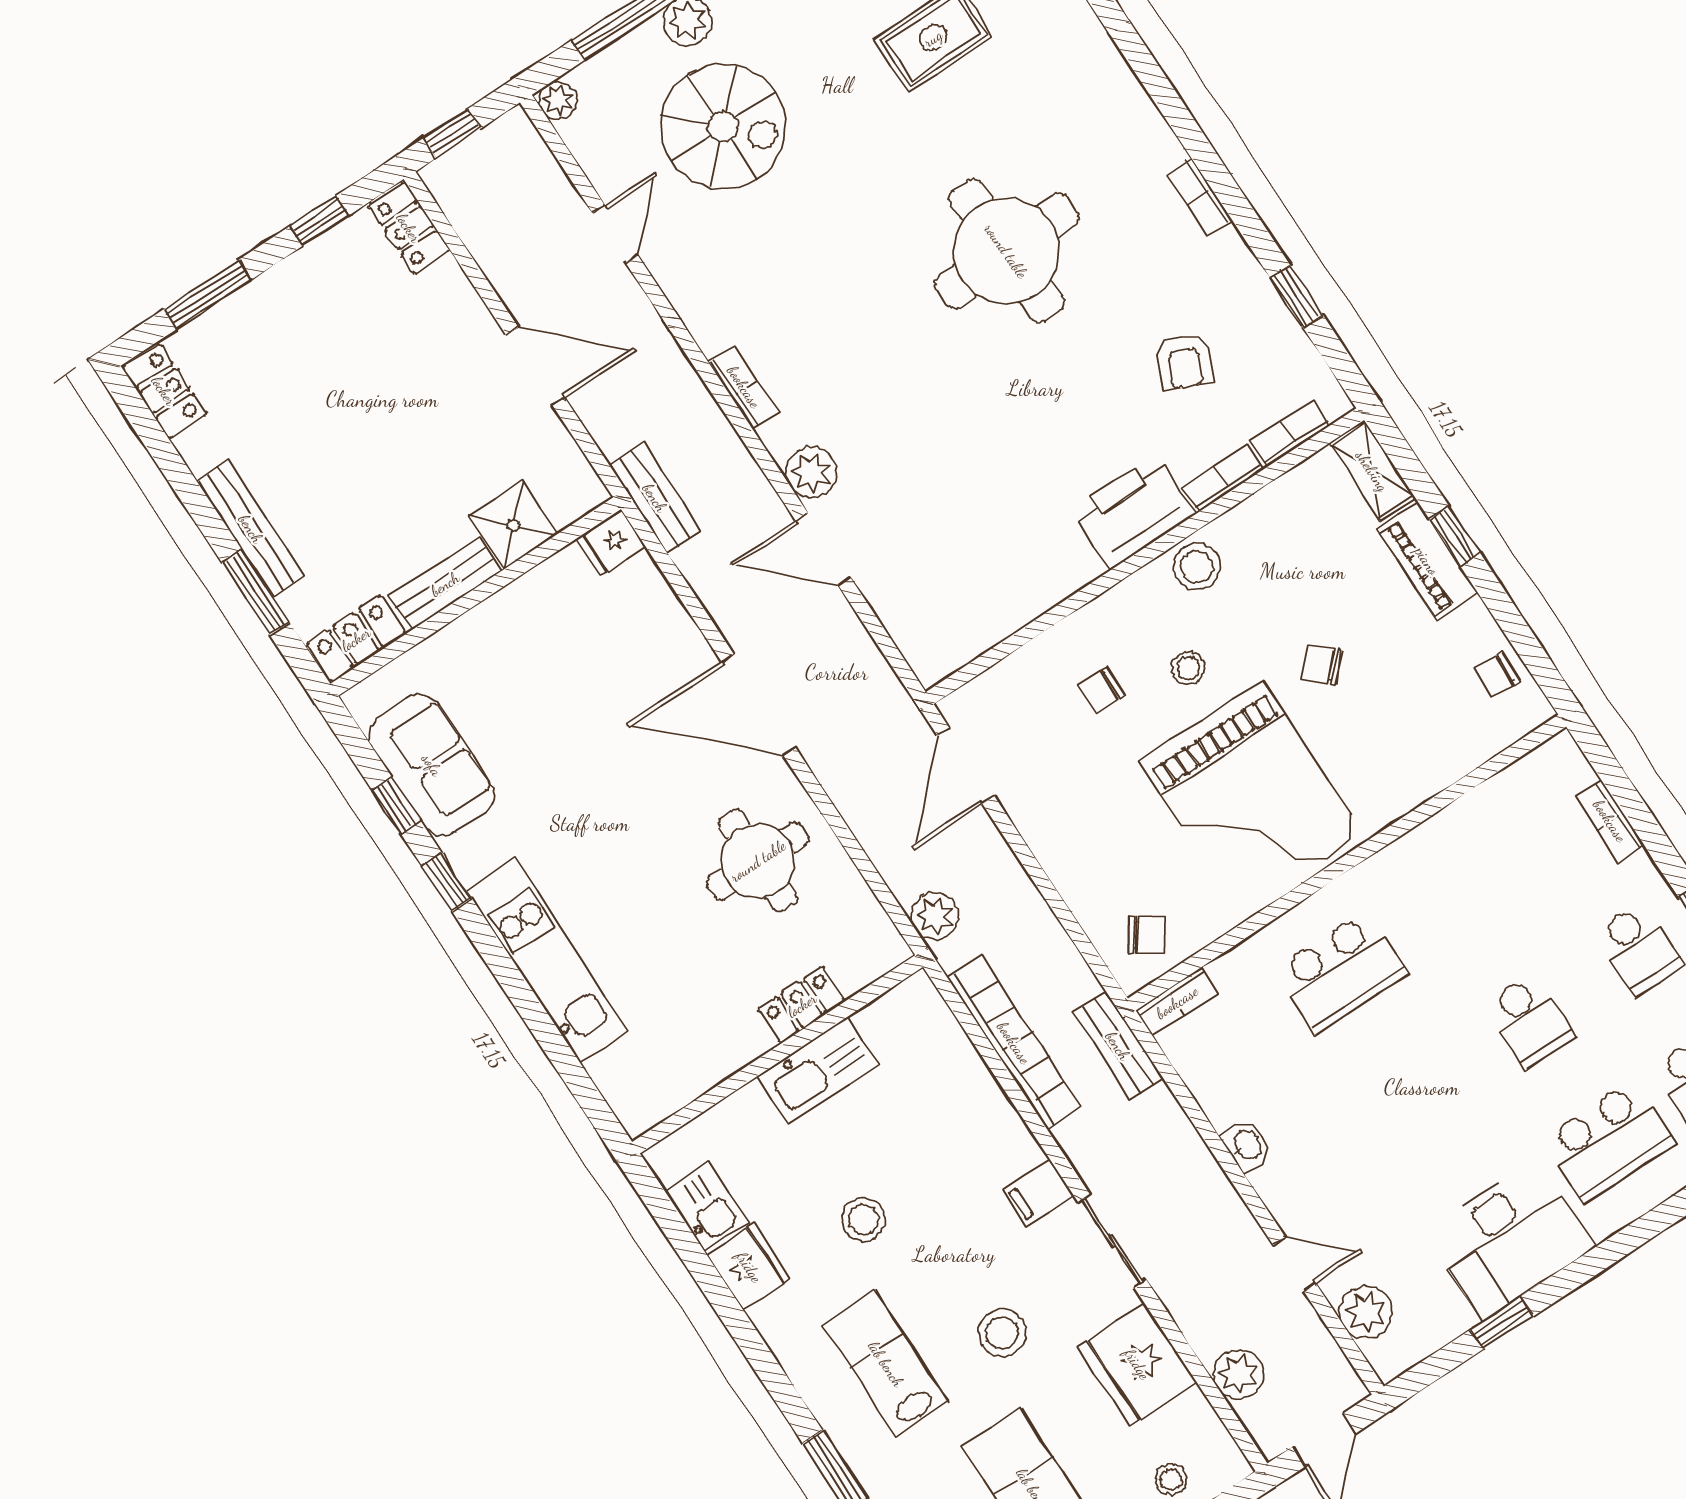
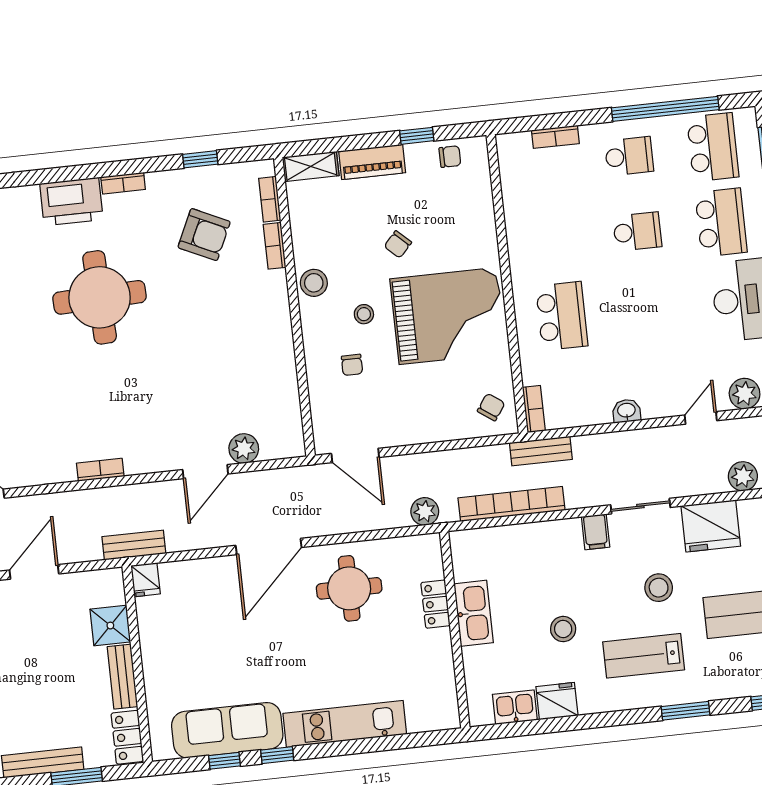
armchair: (1185, 361) -> (204, 235), width x1.38, depth x1.38
plant: (811, 473) -> (244, 449), moved
printer: (1133, 512) -> (71, 202), moved, turned -90
window: (1455, 536) -> (417, 136), moved
chair: (1497, 676) -> (450, 157), turned -92
sofa: (432, 765) -> (227, 730), width x1.36

